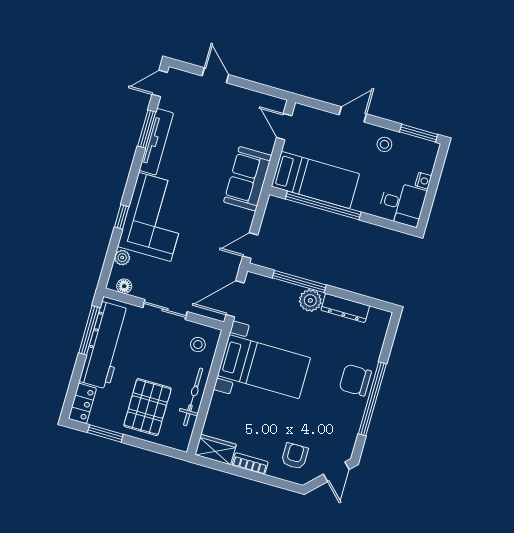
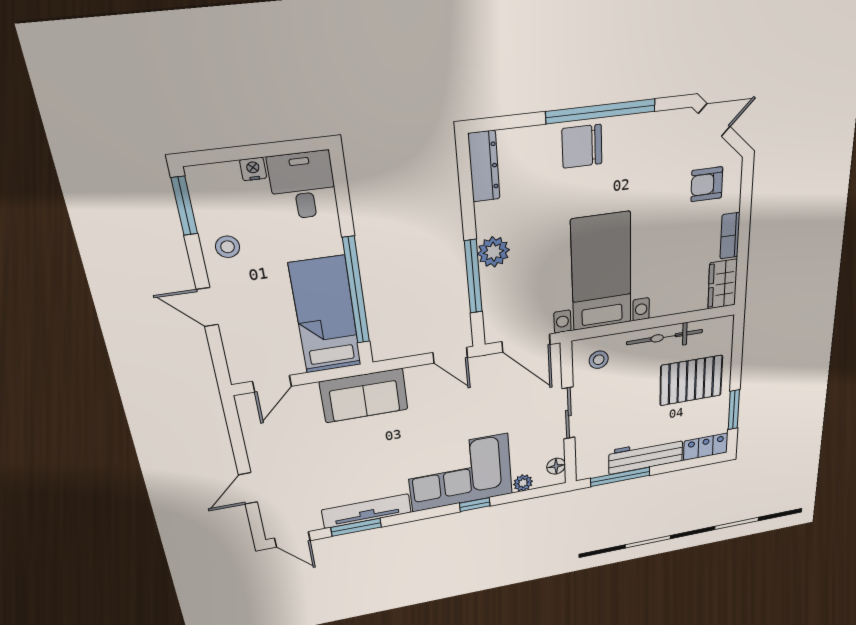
dresser: (345, 308) -> (484, 166), moved
workbench: (105, 345) -> (646, 456), width x0.73, depth x0.76
chair: (355, 380) -> (582, 146), turned 90

